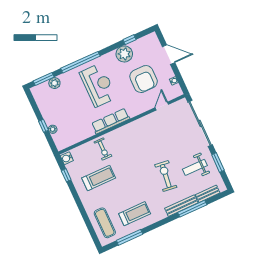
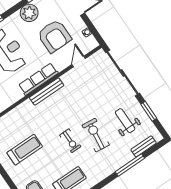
row of seats: (111, 121) -> (38, 79), moved
exercise bike: (103, 149) -> (70, 141), moved
weight bench: (195, 167) -> (125, 121), turned 90
bench: (181, 206) -> (47, 92), moved

